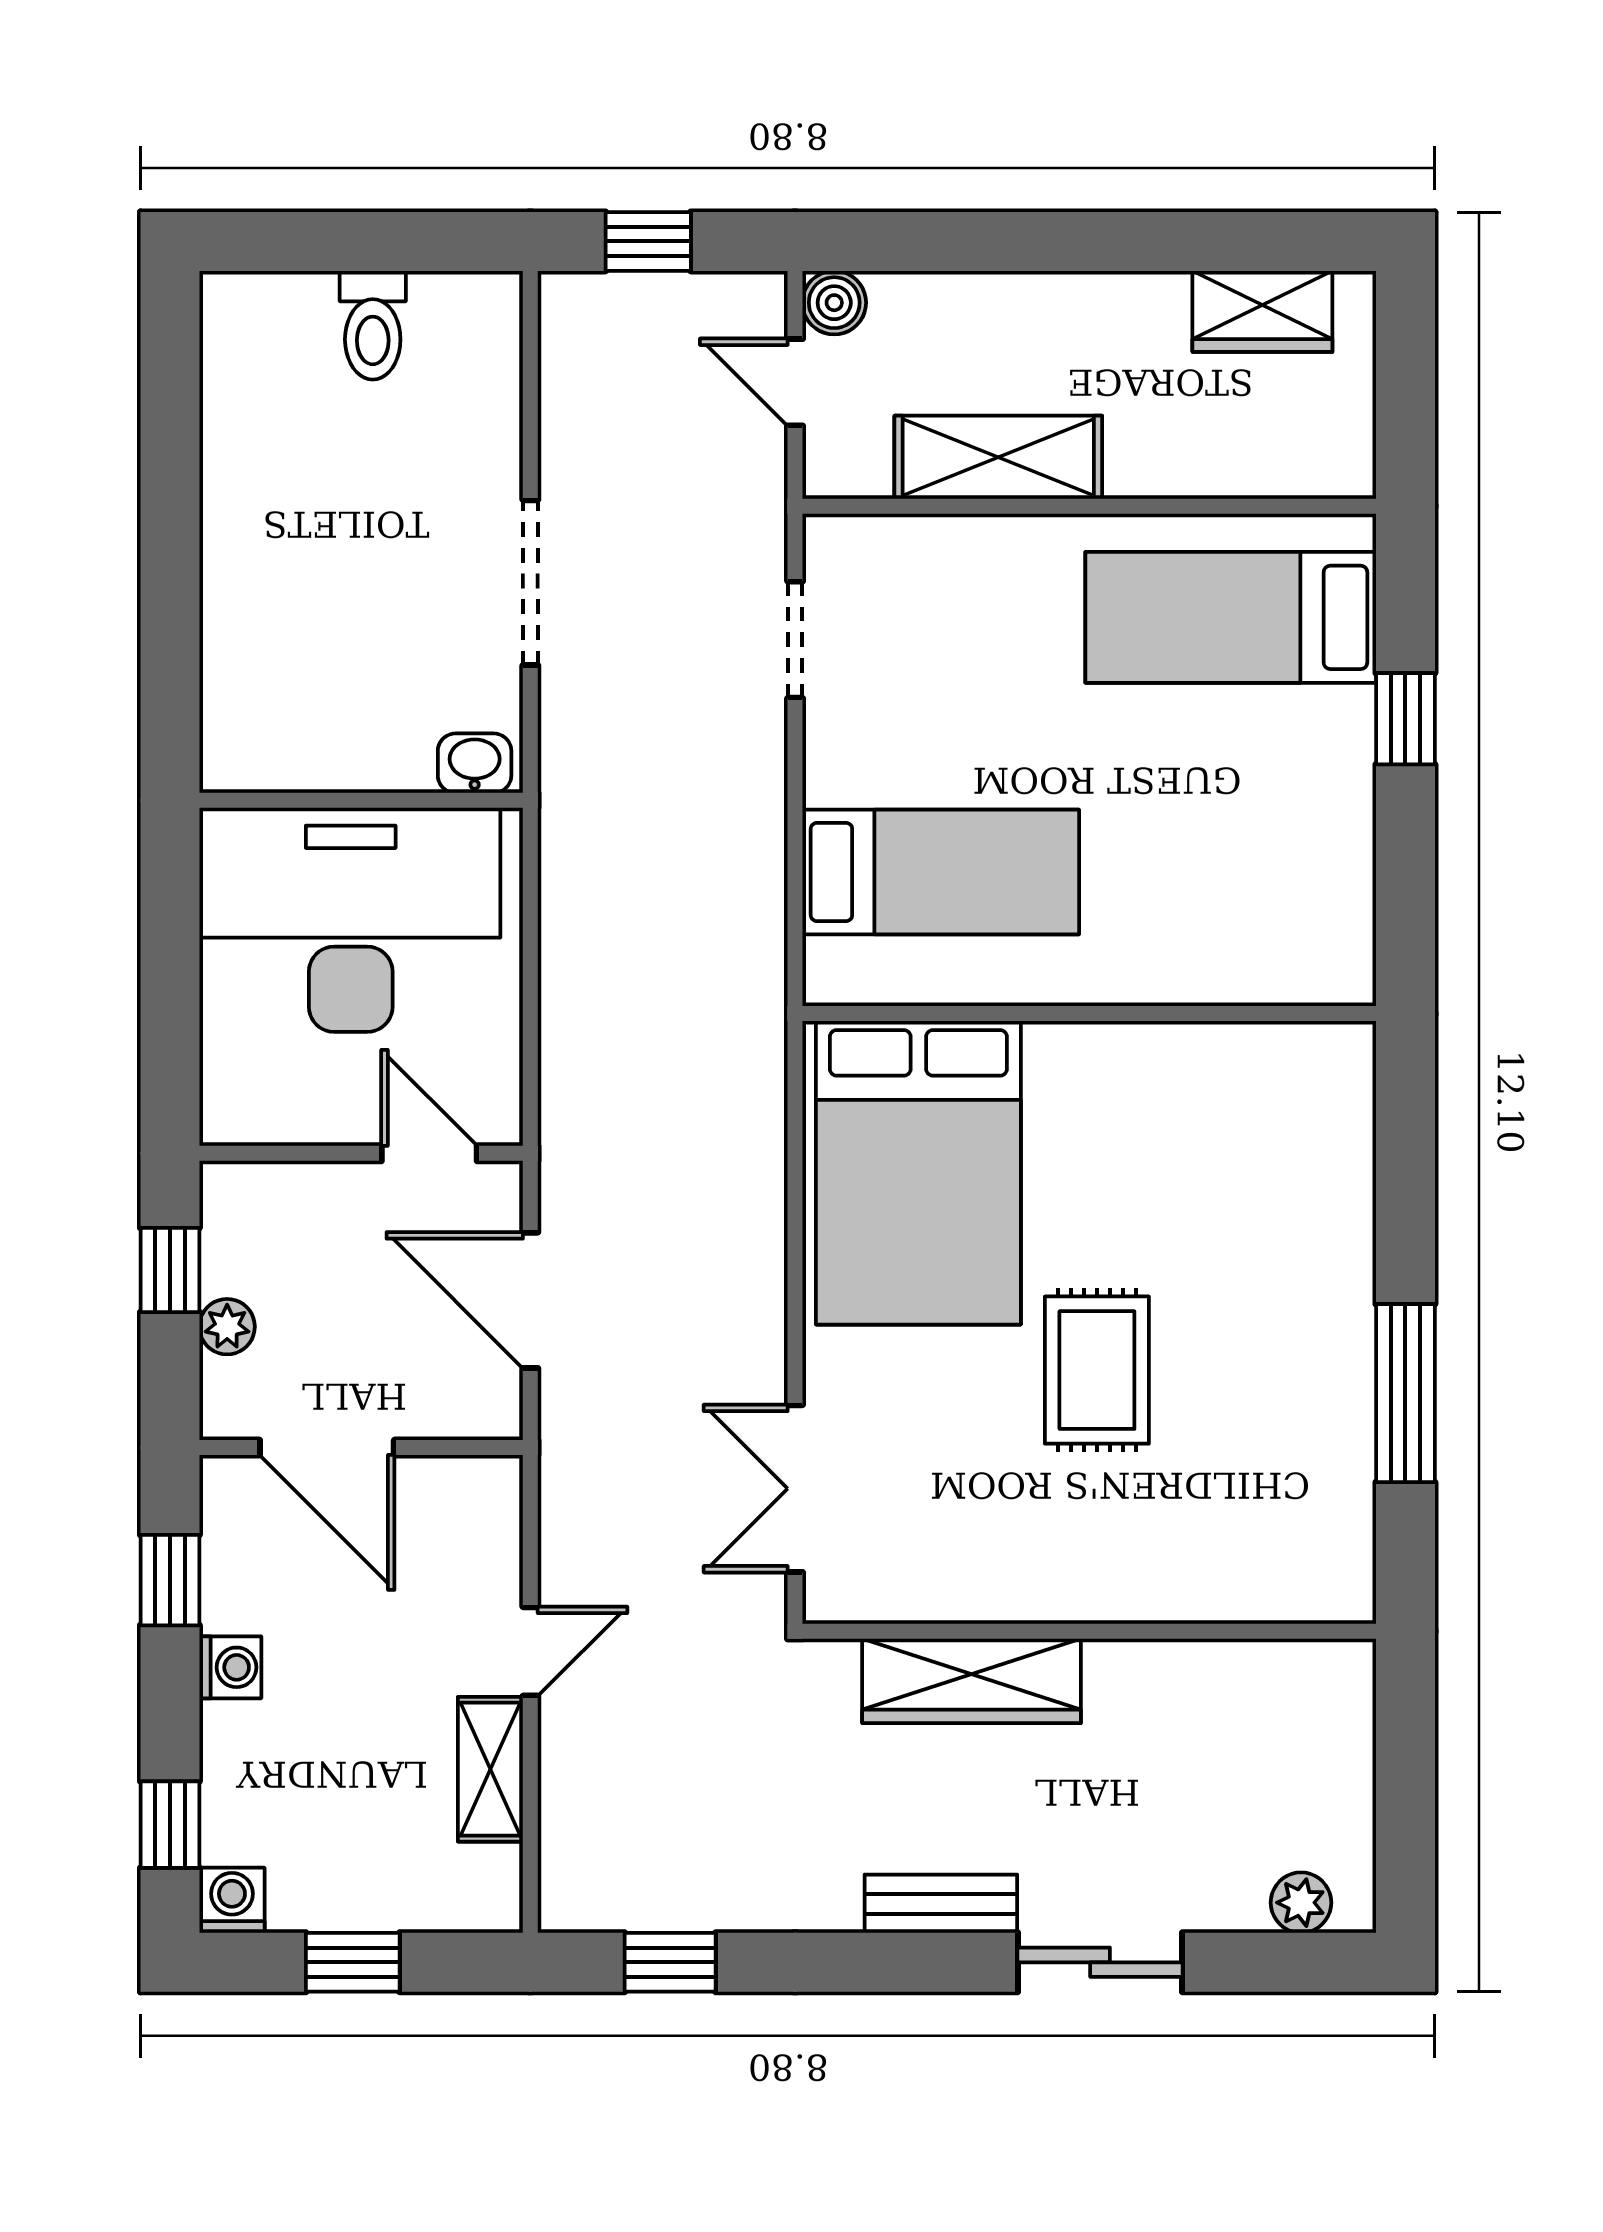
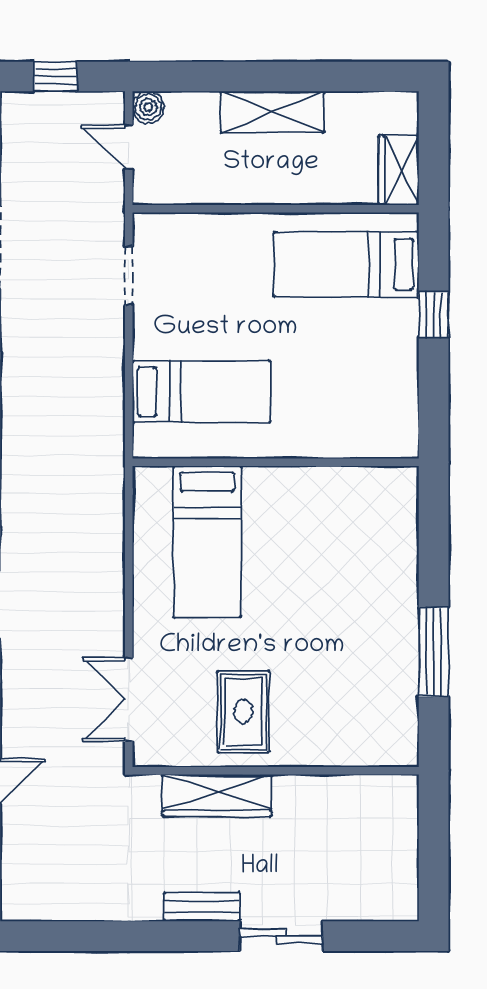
wardrobe: (1262, 311) -> (399, 170), moved, turned 90
shelving: (998, 457) -> (272, 112), moved
bed: (918, 1173) -> (207, 542), width x0.67
rug: (1097, 1370) -> (243, 712), moved
plant: (1301, 1903) -> (381, 906), removed
window: (670, 1962) -> (66, 936), removed

